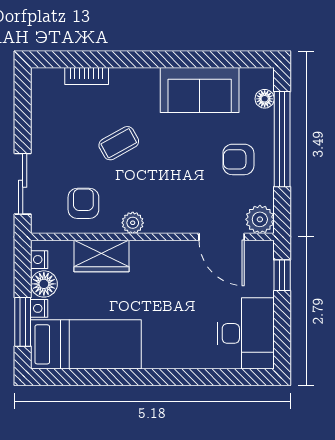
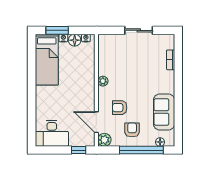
coffee table: (119, 143) -> (140, 75), removed
sliding door: (23, 184) -> (139, 30), moved
armchair: (83, 203) -> (120, 108), moved, turned 180
door: (222, 237) -> (96, 122), hinge flipped
wardrobe: (101, 256) -> (88, 67), removed

